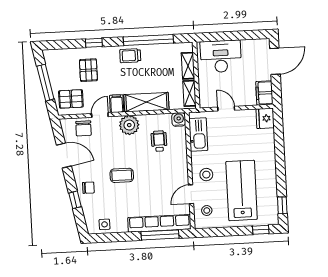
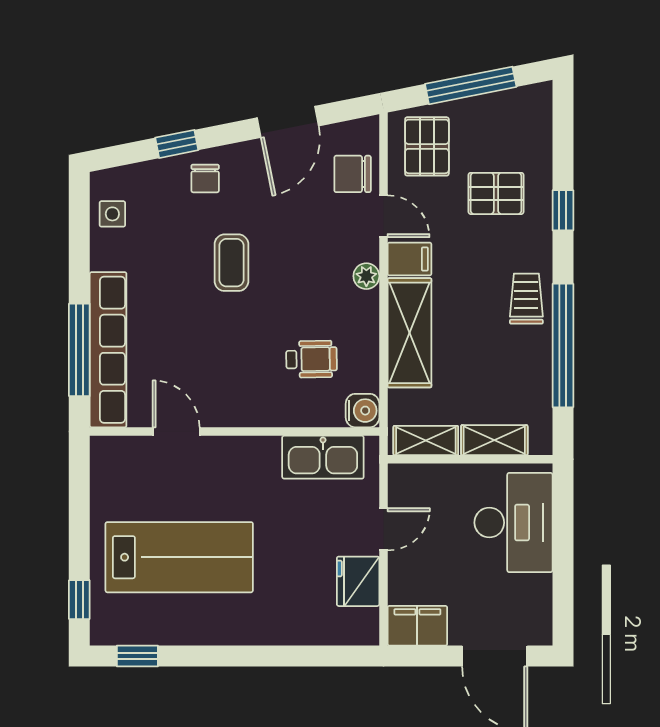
fridge: (265, 118) -> (358, 581), moved, turned -90
plant: (129, 125) -> (366, 276), width x0.53, depth x0.53
stool: (206, 175) -> (223, 472), removed
stool: (207, 210) -> (134, 469), removed

